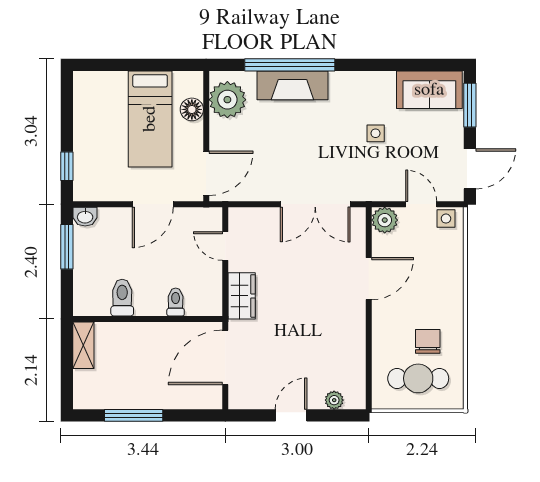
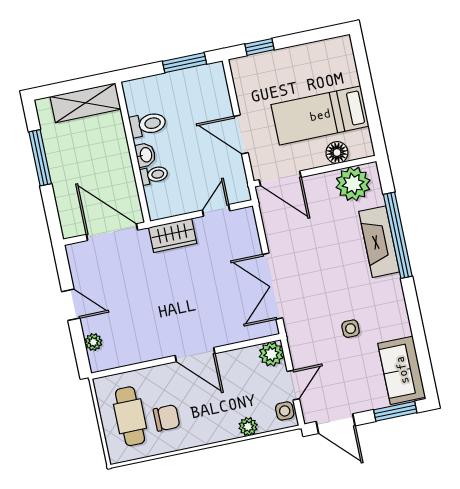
washbasin: (85, 217) -> (145, 155), moved, turned 180
plant: (454, 260) -> (248, 427), added
door: (369, 279) -> (195, 355), moved
shelving: (83, 345) -> (85, 103), width x1.50, depth x1.33

